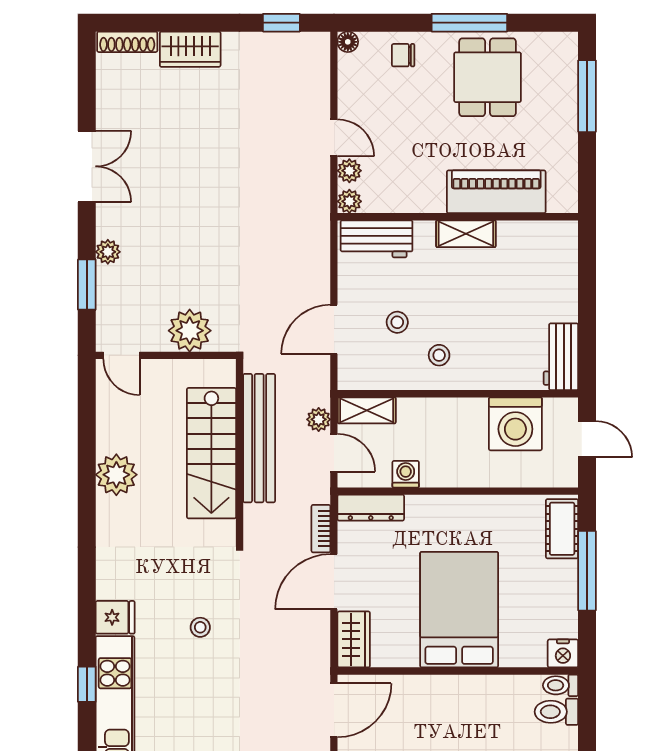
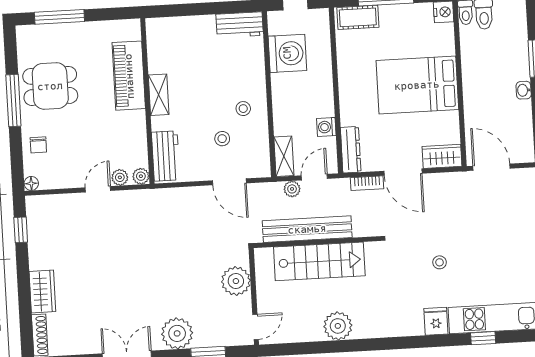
plant: (108, 252) -> (177, 333), width x1.87, depth x1.87

